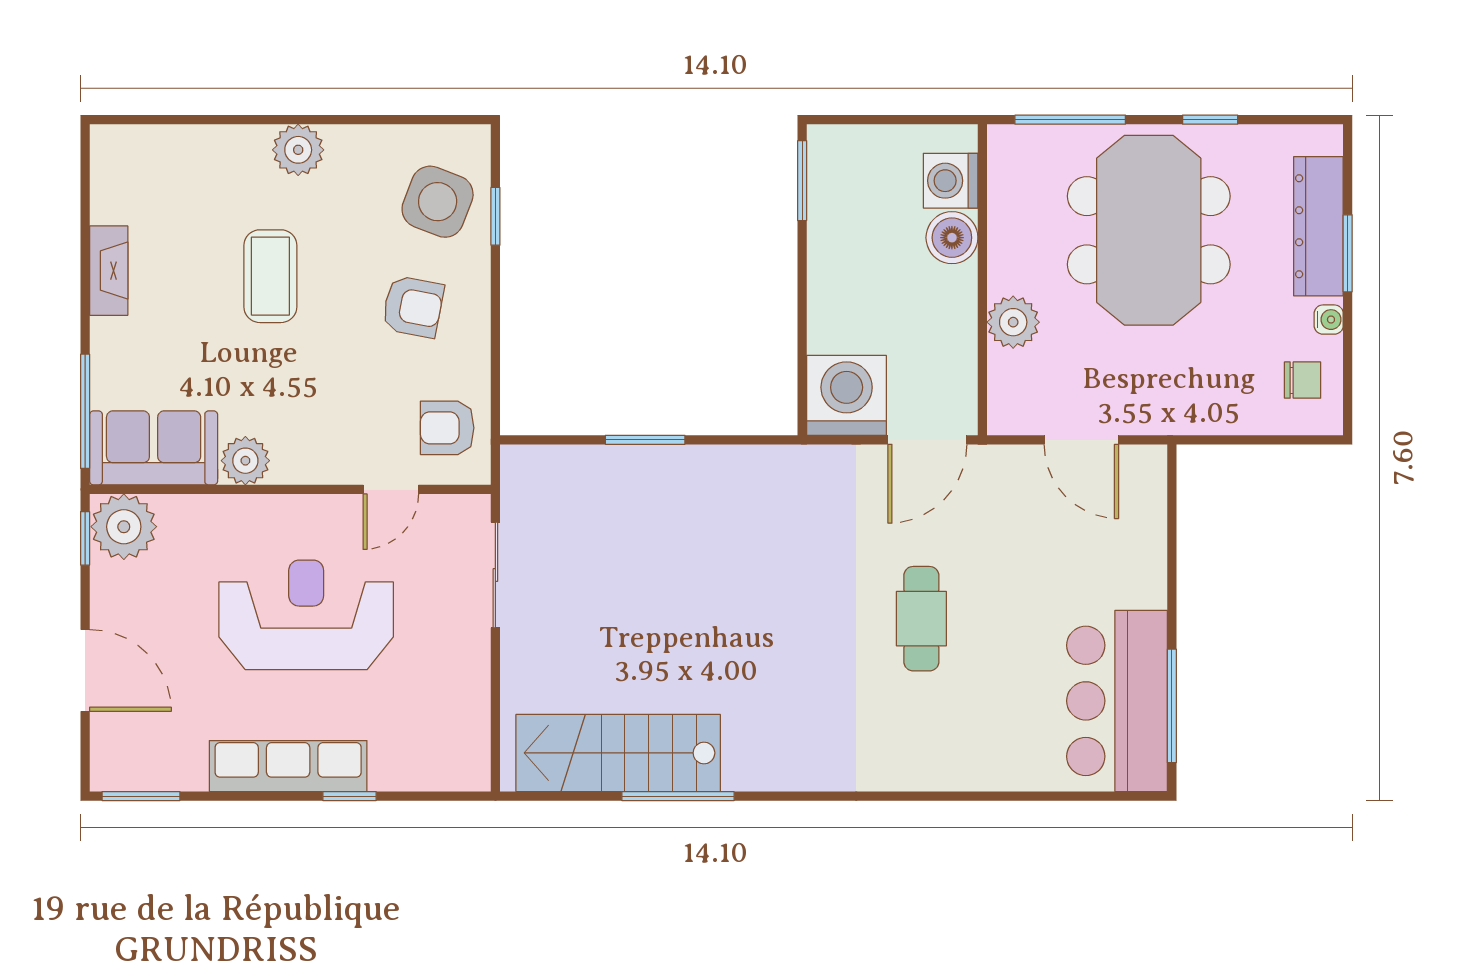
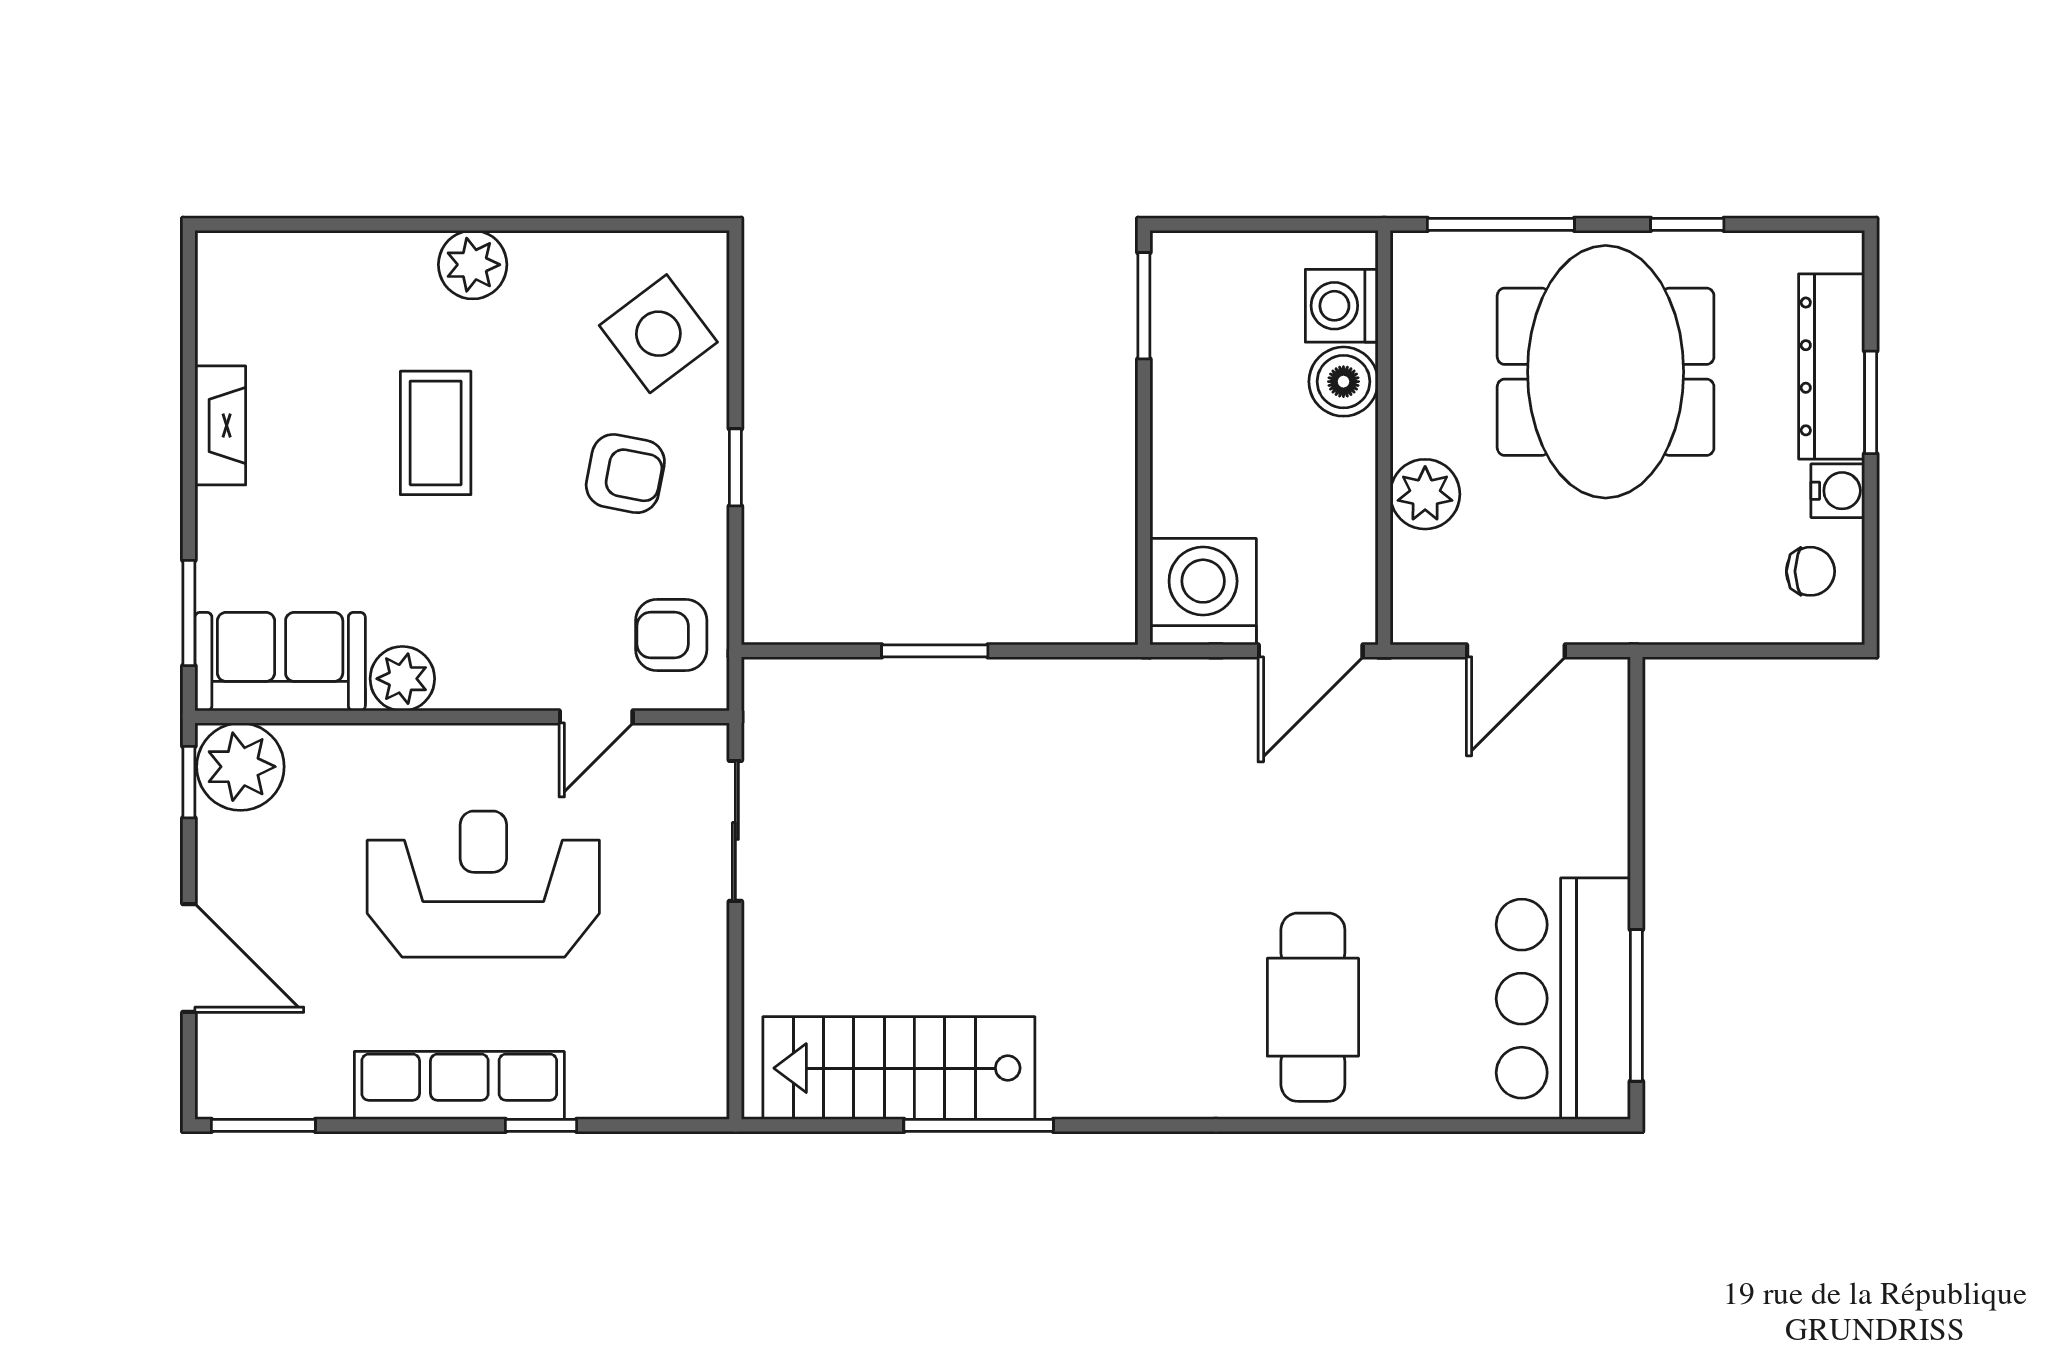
side table: (438, 202) -> (658, 334), turned 32
window: (495, 216) -> (735, 467), moved
water cooler: (1329, 320) -> (1838, 491), width x1.38, depth x1.38
window: (85, 411) -> (189, 613), width x0.69
door: (1081, 440) -> (1516, 651), hinge flipped
cafe table: (921, 619) -> (1313, 1007), moved, width x1.37, depth x1.35

